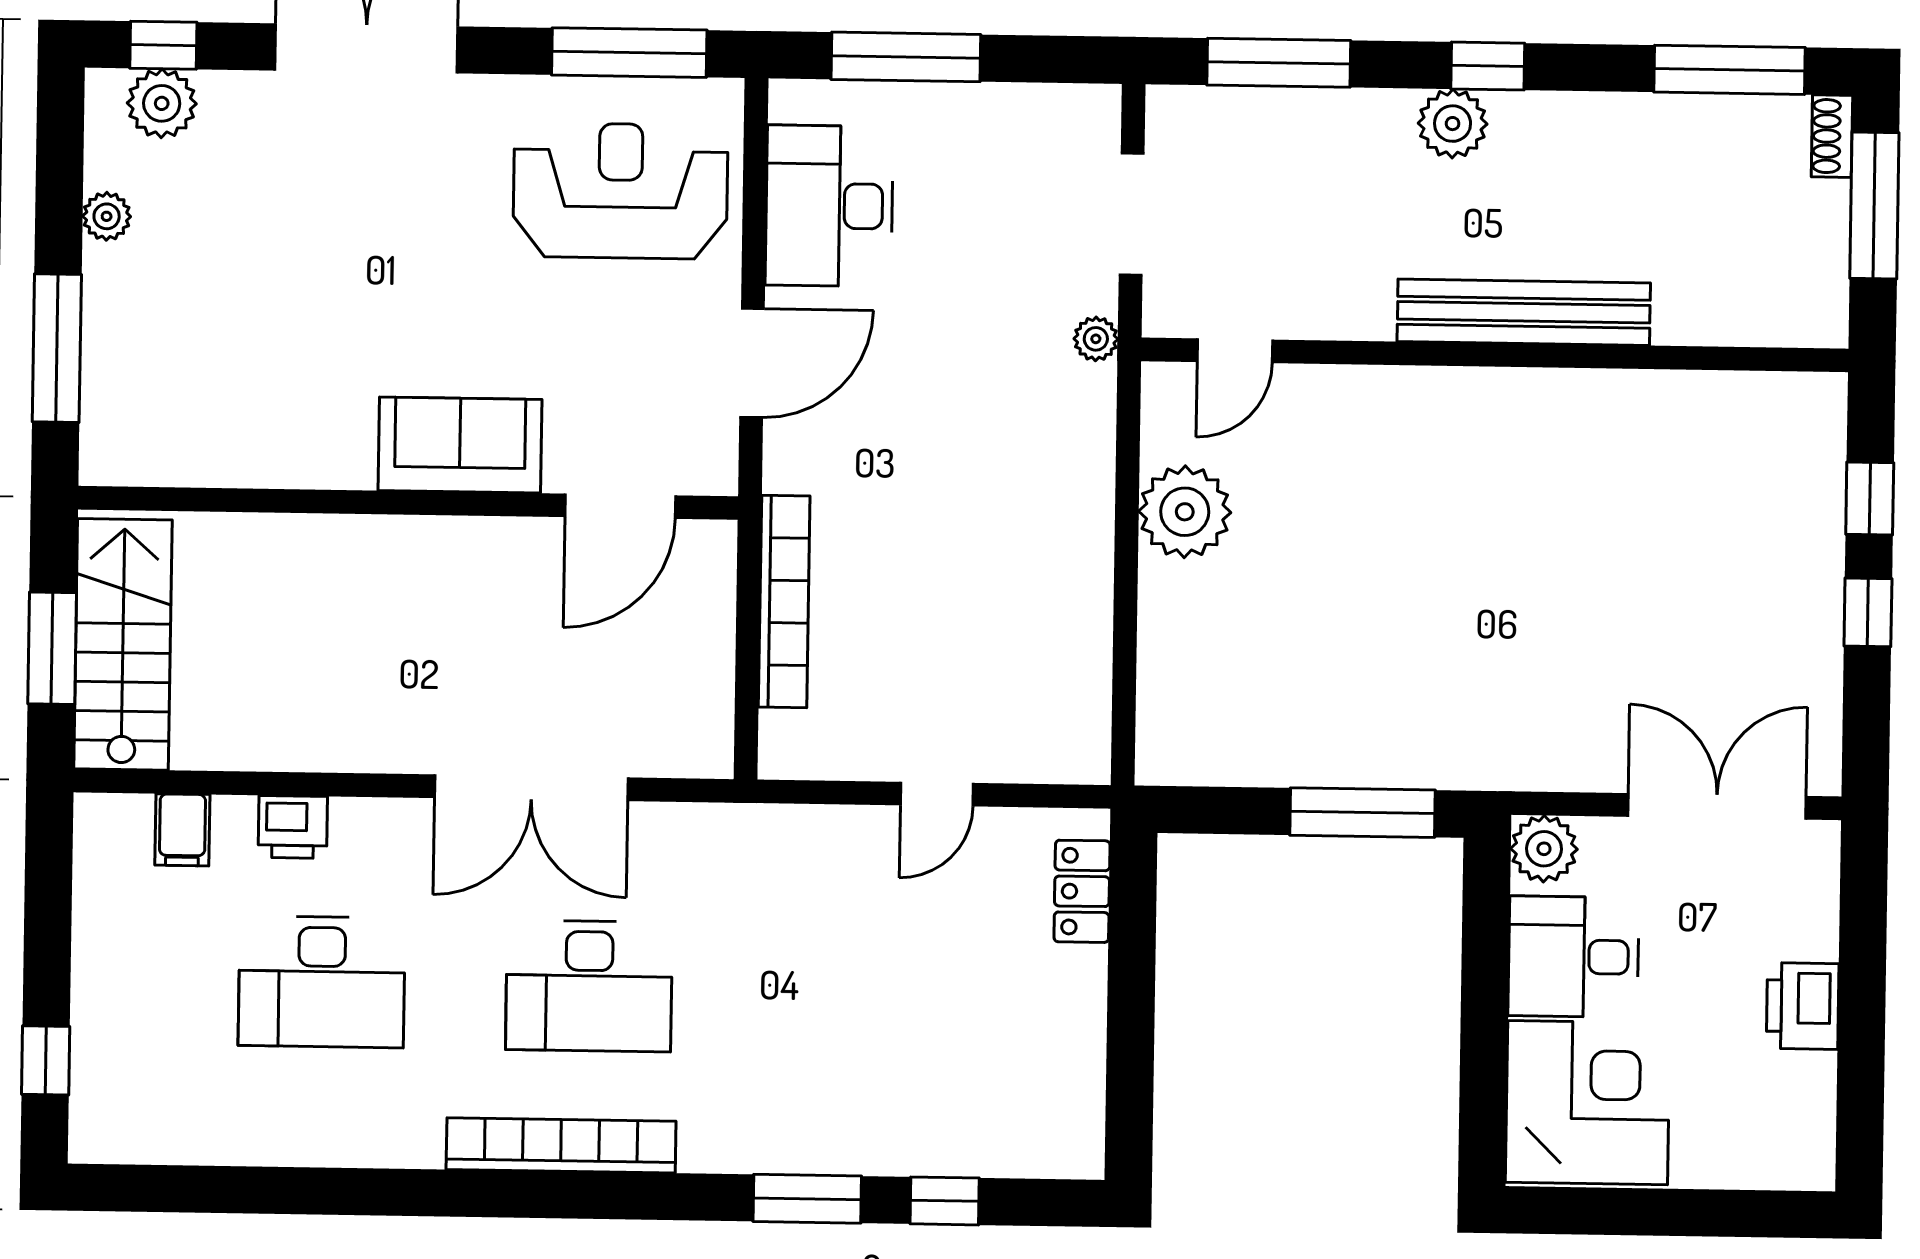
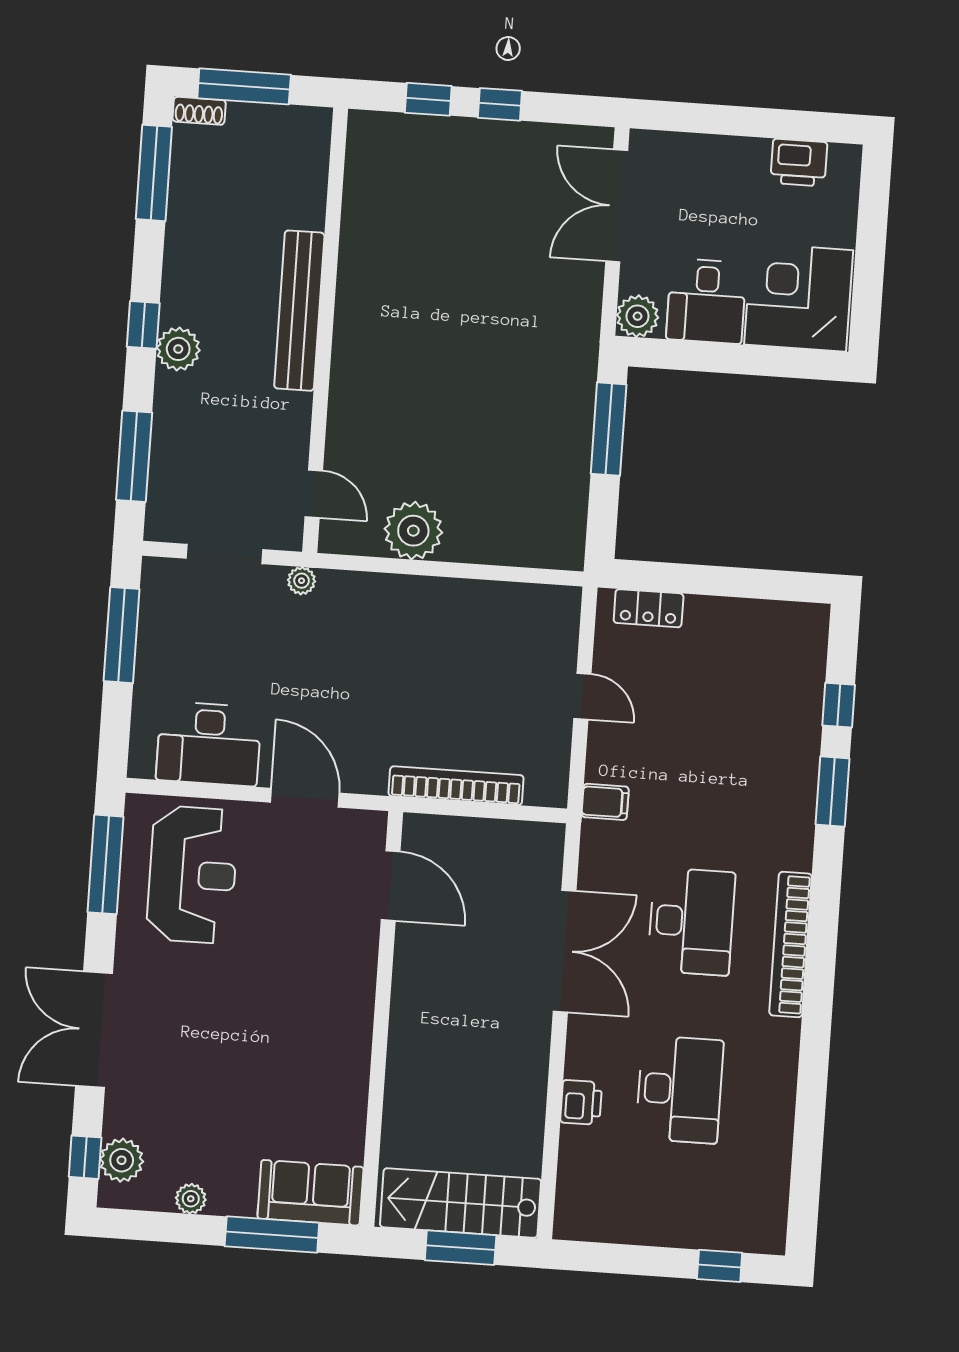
window: (906, 57) -> (122, 635), moved
reception desk: (620, 191) -> (192, 875), turned 180
sofa: (460, 445) -> (310, 1193), moved, turned 90
filing cabinet: (182, 830) -> (605, 802), moved
printer: (1803, 1006) -> (799, 163), moved

